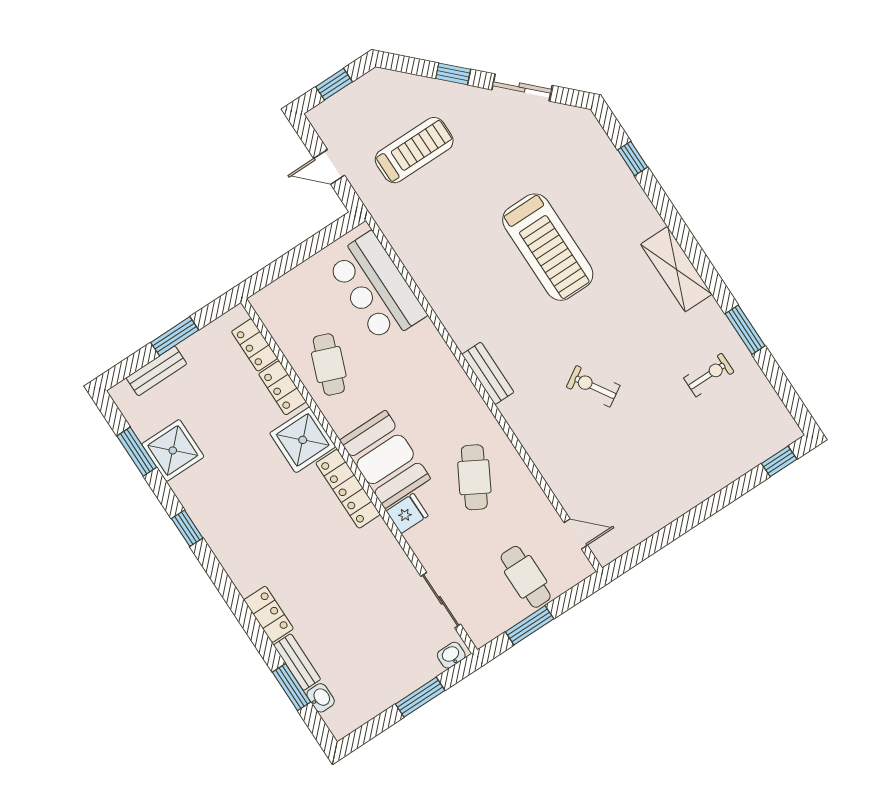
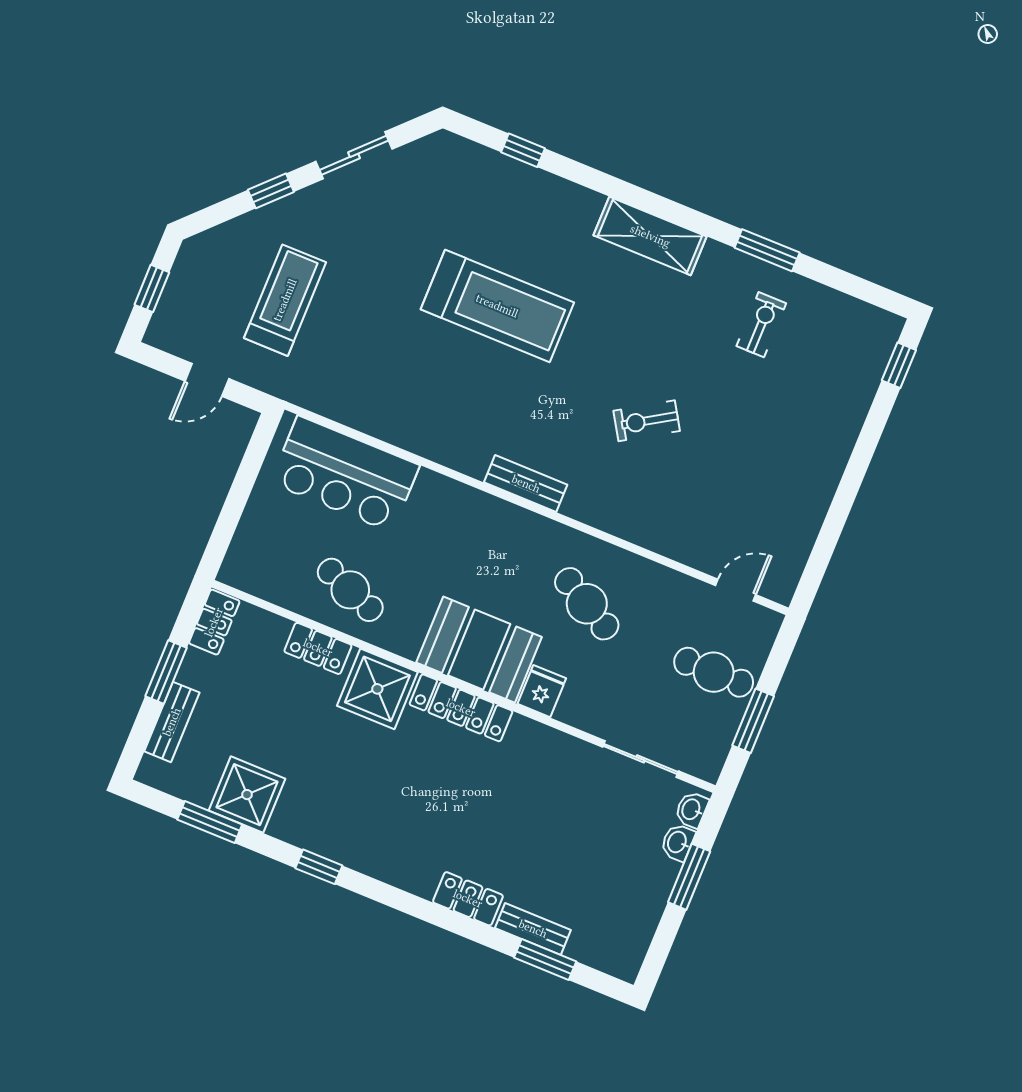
locker: (255, 345) -> (214, 622), moved, turned -90
washbasin: (321, 698) -> (678, 842), moved, turned -90

